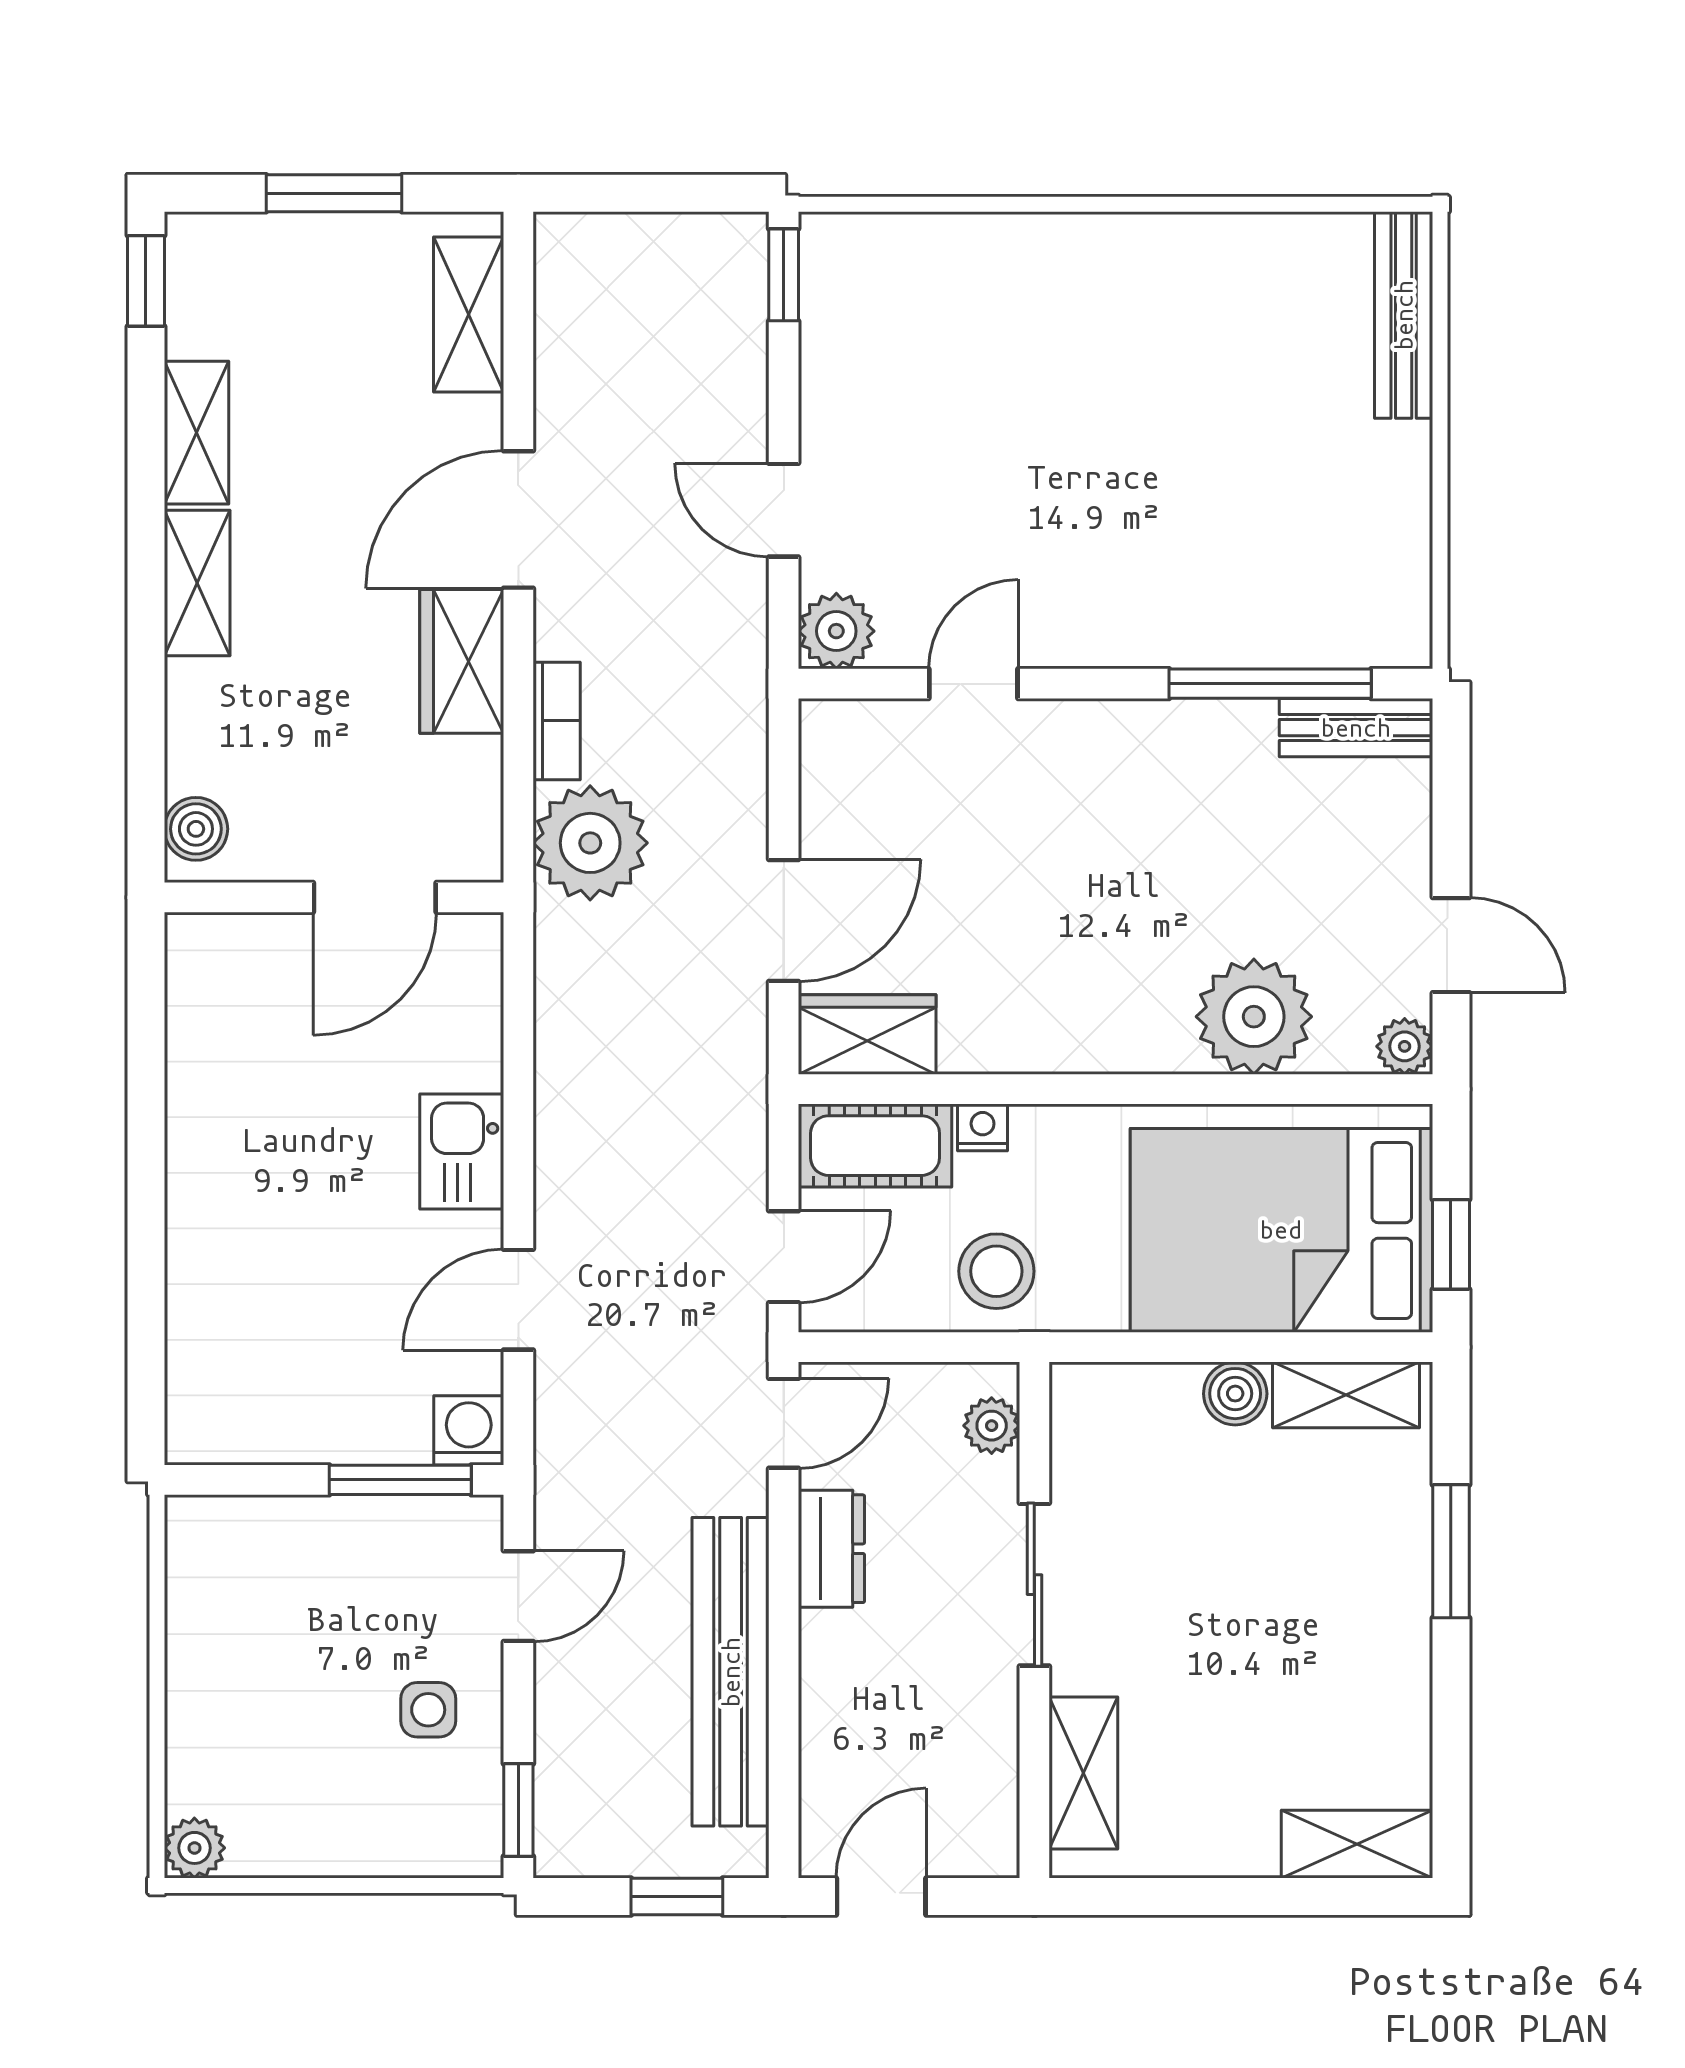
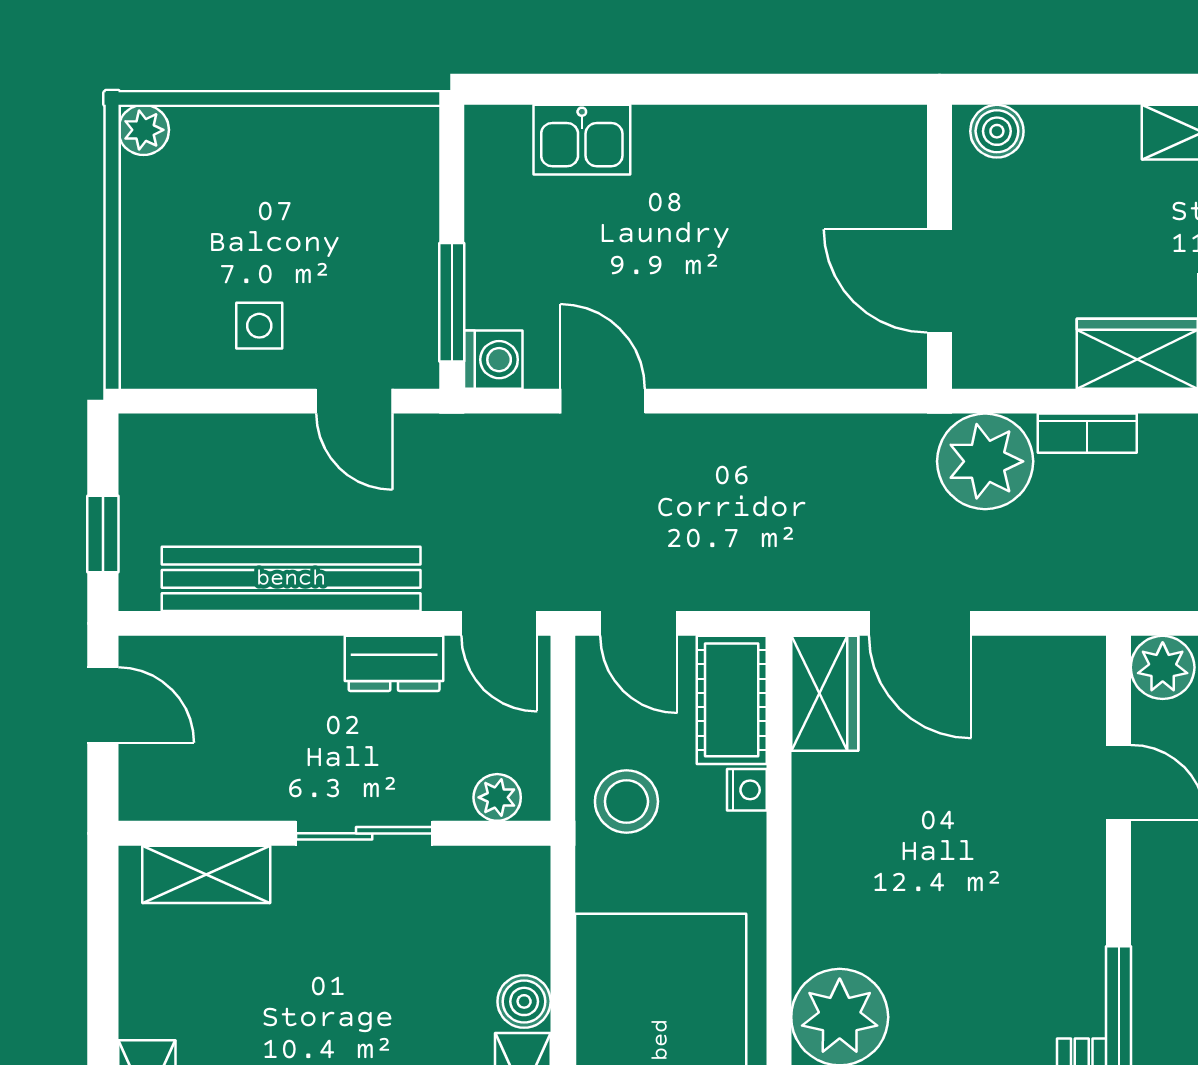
kitchen sink: (462, 1151) -> (582, 140), moved, turned 180
window: (518, 1810) -> (175, 401), removed

